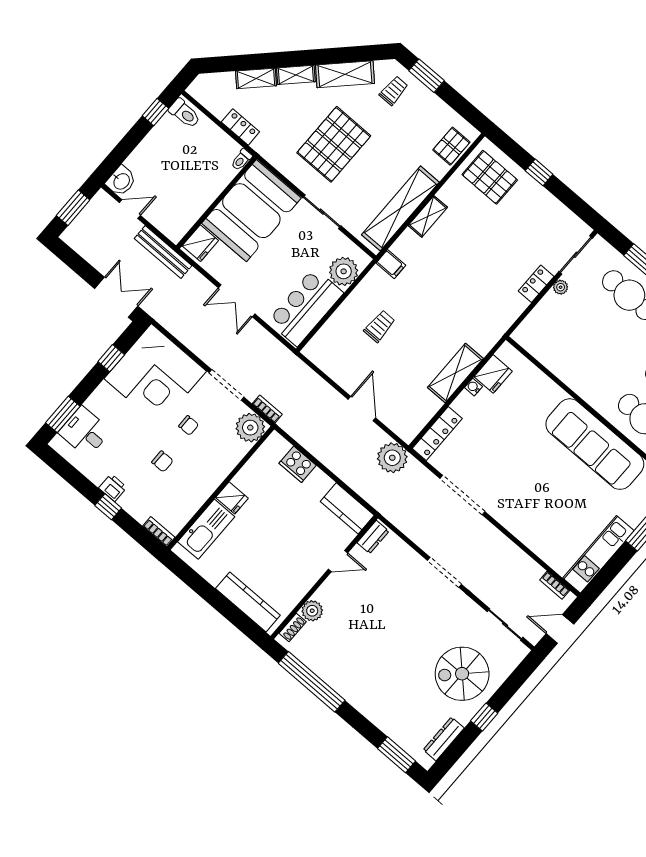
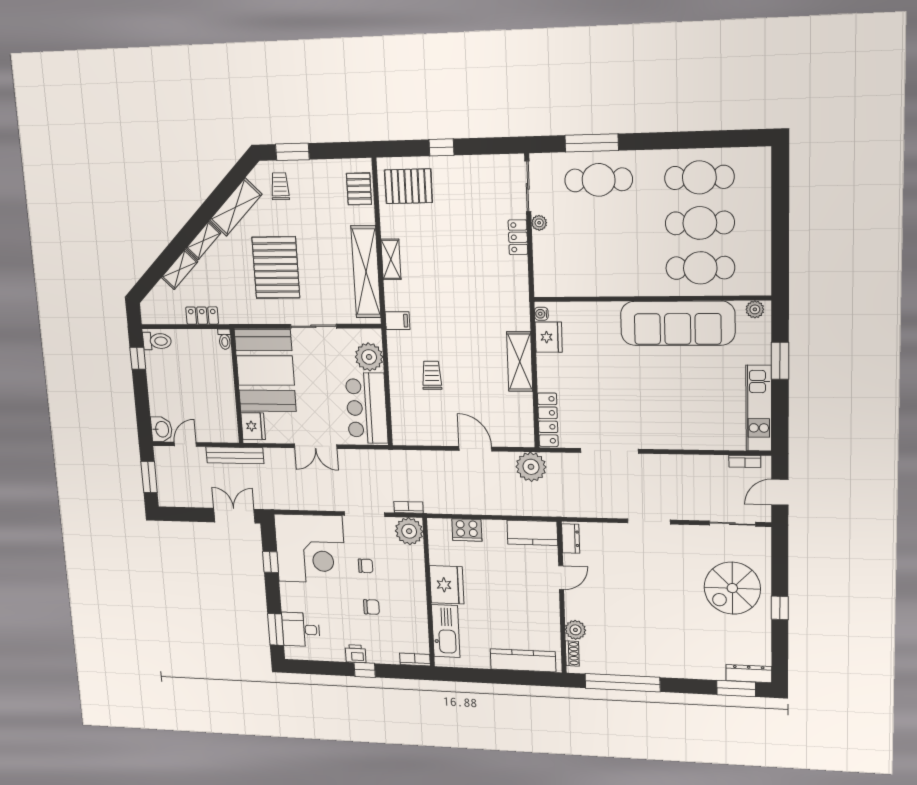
water cooler: (474, 387) -> (541, 314), moved
fridge: (232, 498) -> (447, 585), width x1.88, depth x1.34
dresser: (444, 739) -> (749, 674), moved, turned 90

